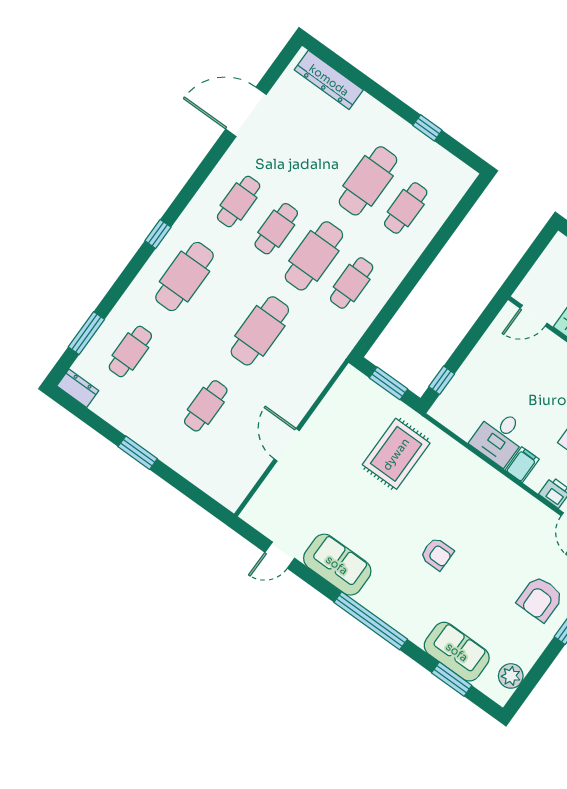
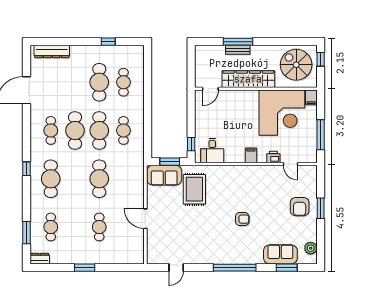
cafe table: (276, 229) -> (75, 130), width x1.37, depth x1.35
desk: (499, 437) -> (212, 151), moved
sofa: (337, 565) -> (164, 175), moved, turned 180

